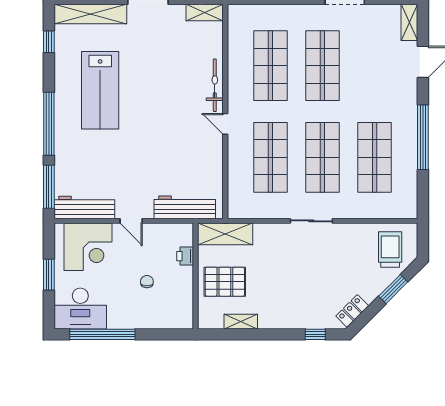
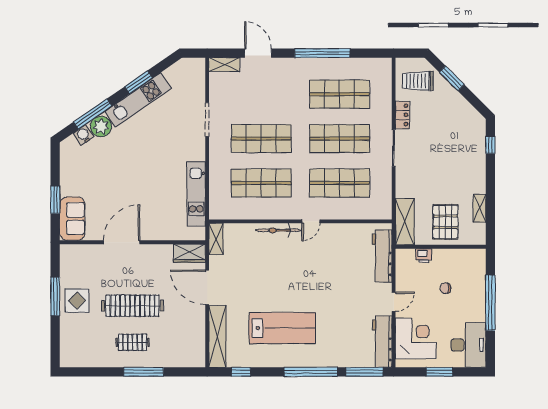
locker: (352, 311) -> (402, 115), moved, turned -135
window: (102, 334) -> (490, 303), moved

